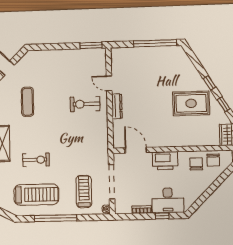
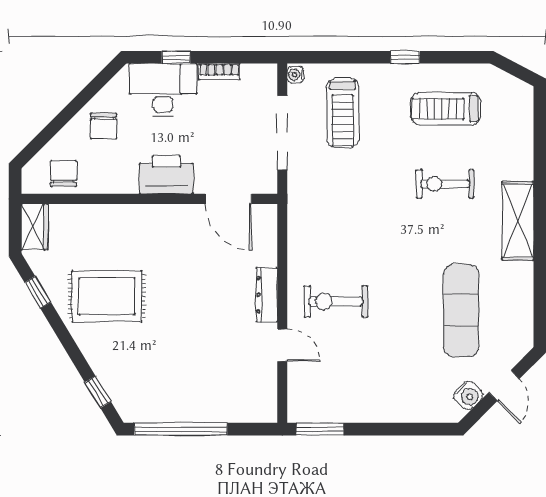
water cooler: (23, 63) -> (468, 395), added
window: (209, 83) -> (98, 392), moved
exercise mat: (27, 102) -> (461, 310), width x1.36, depth x1.45
exercise bike: (85, 104) -> (336, 302), turned 180
chair: (196, 164) -> (104, 126), moved
treadmill: (36, 195) -> (446, 109), width x0.73, depth x0.73
window: (56, 218) -> (405, 57), width x0.32

